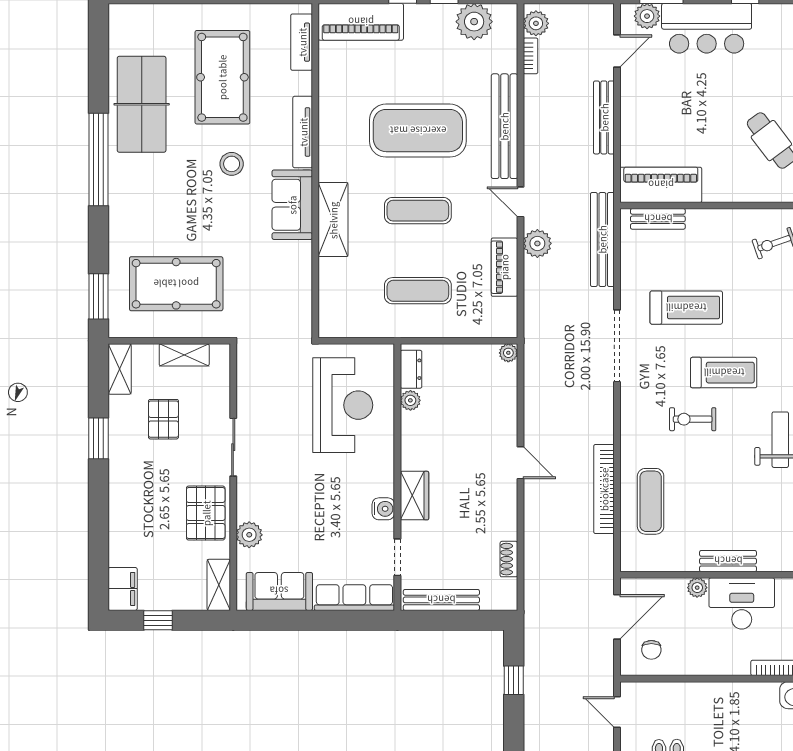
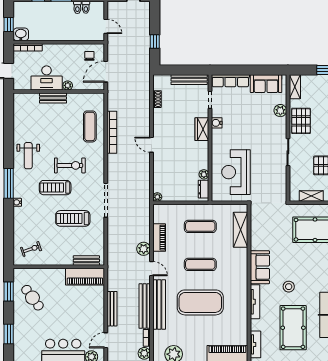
shelving: (333, 220) -> (241, 230), moved
bench: (602, 239) -> (145, 306), moved
exercise bike: (693, 419) -> (70, 165), width x1.38, depth x1.39

